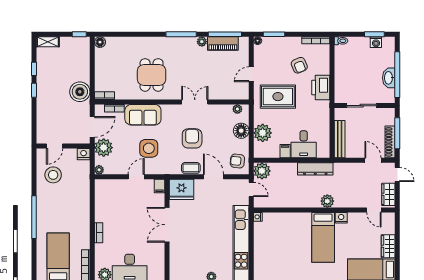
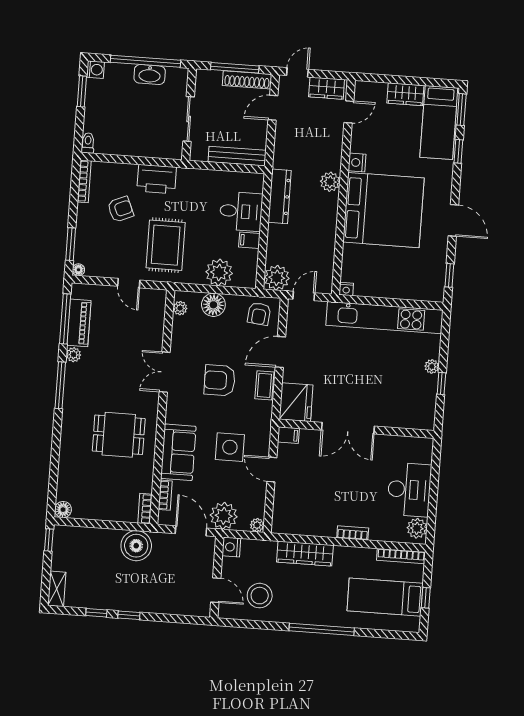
washing machine: (376, 42) -> (95, 70), moved
wardrobe: (83, 203) -> (305, 554), added
bed: (323, 237) -> (383, 210), width x2.04

